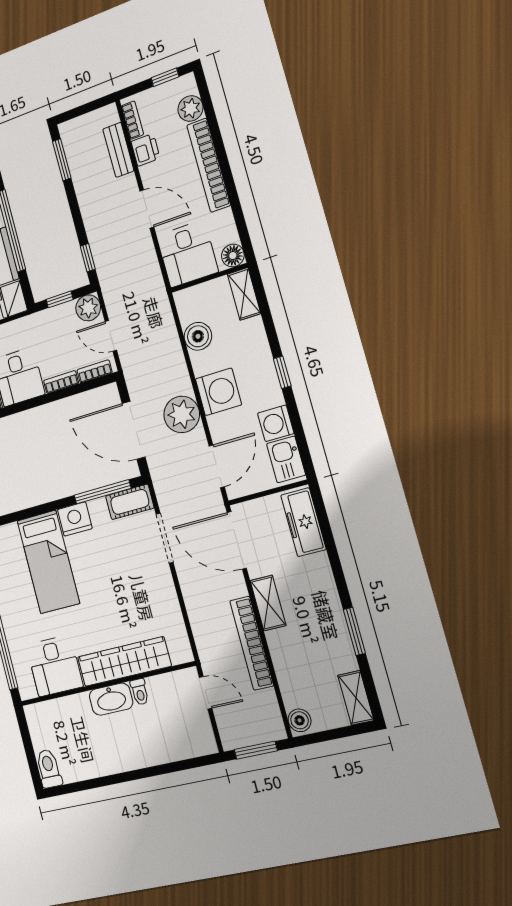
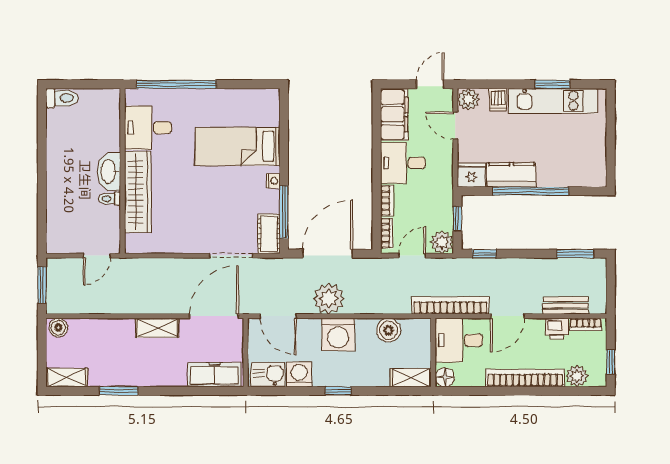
nightstand: (75, 519) -> (273, 181), width x0.53, depth x0.56
bookcase: (252, 643) -> (450, 306), moved

